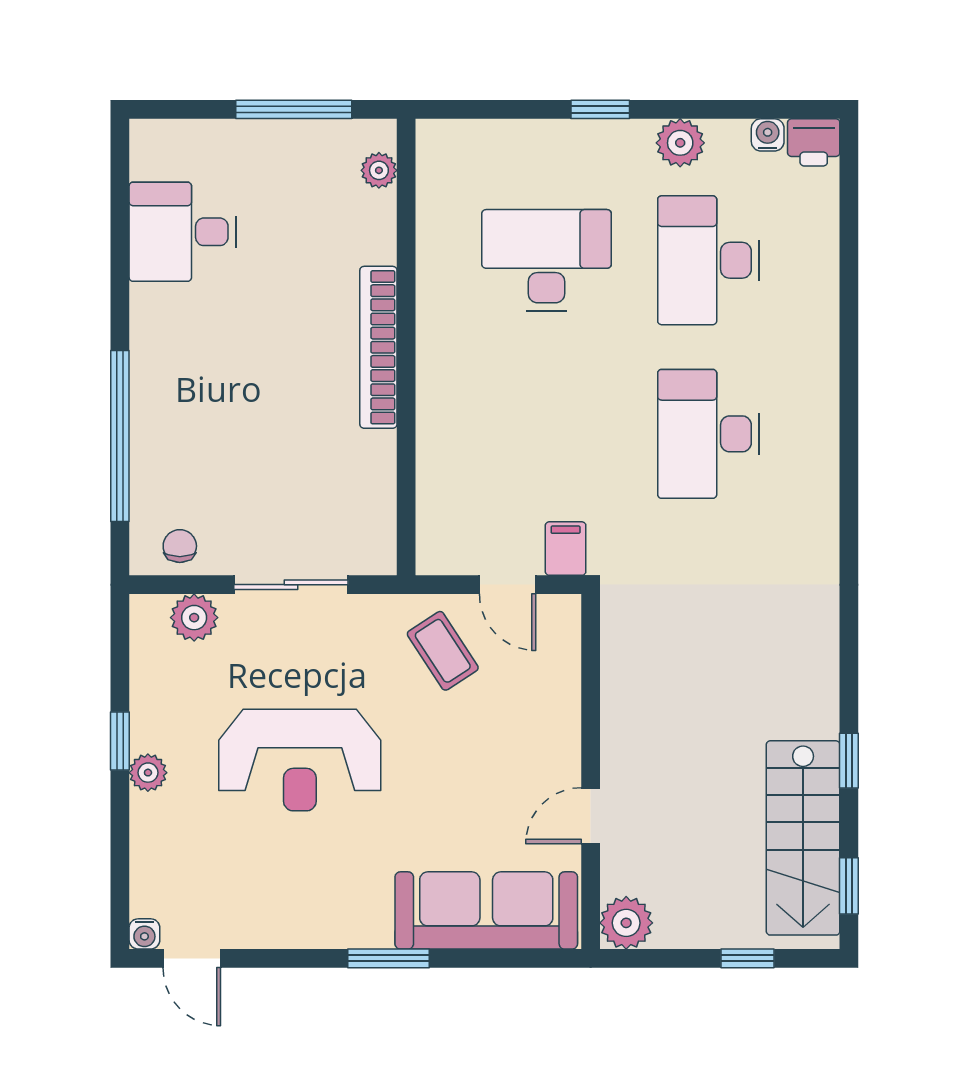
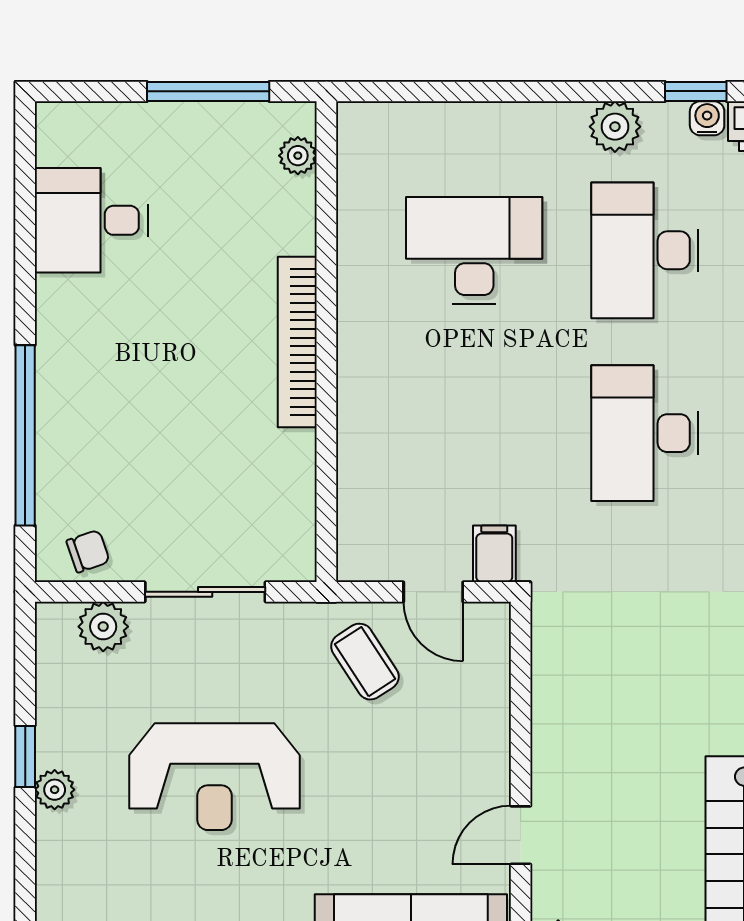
window: (600, 109) -> (696, 91), moved
chair: (180, 546) -> (88, 551), turned 71

